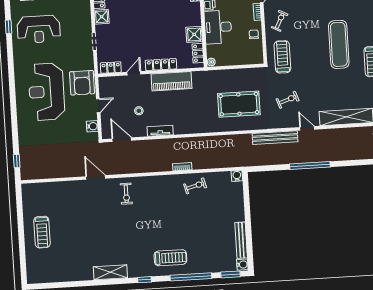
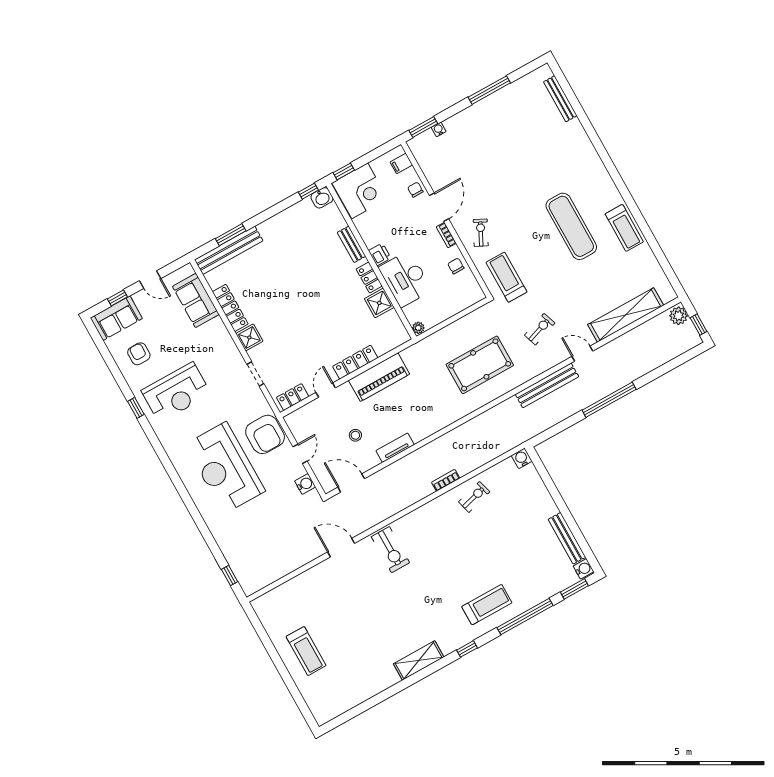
locker: (198, 53) -> (369, 278), moved
exercise bike: (126, 194) -> (390, 550), width x1.38, depth x1.39

